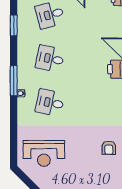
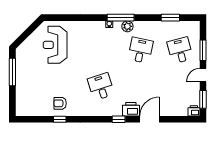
plant: (23, 73) -> (127, 26), added
desk: (50, 103) -> (101, 87), moved, turned -30

